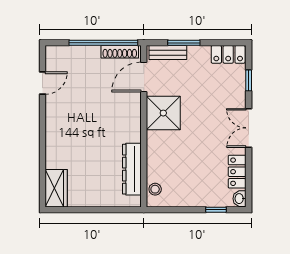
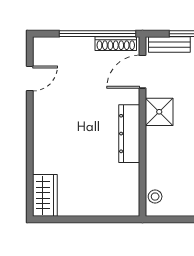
shower: (163, 113) -> (159, 112), width x0.73, depth x0.73
dresser: (132, 169) -> (129, 134), moved

